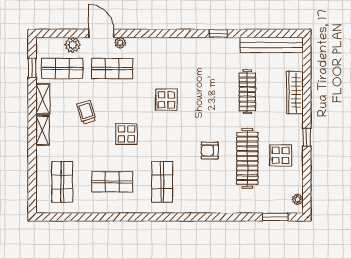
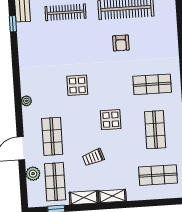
window: (218, 33) -> (13, 24), moved
plant: (120, 43) -> (26, 101), moved

